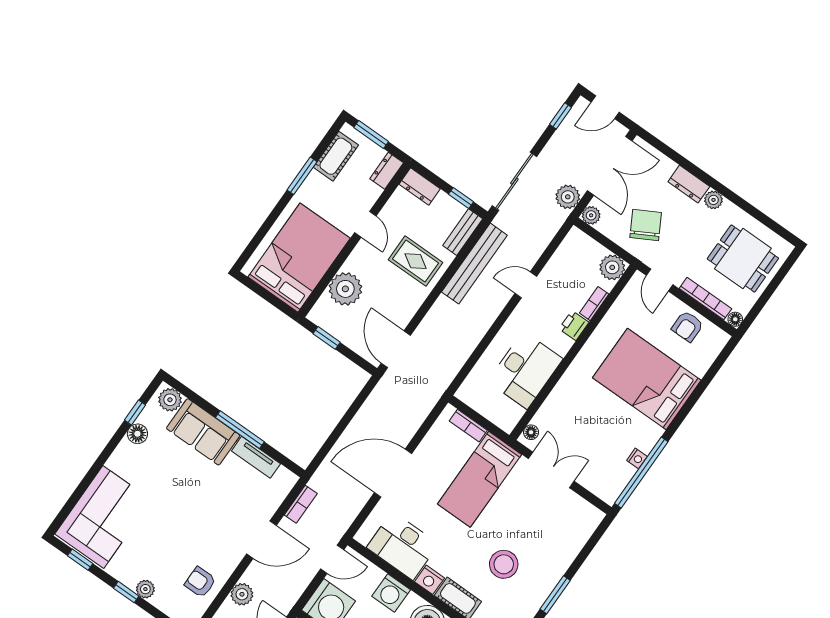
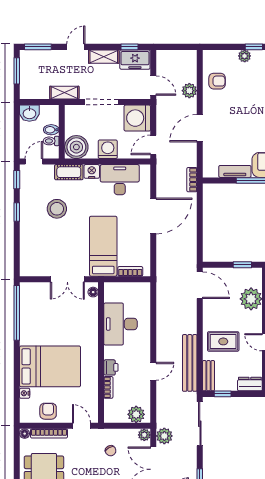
chair: (646, 225) -> (111, 451), width x0.54, depth x0.54
plant: (612, 267) -> (136, 414), moved
nightstand: (637, 458) -> (25, 393), moved
bookcase: (301, 504) -> (192, 180), moved
window: (555, 595) -> (17, 212), width x0.67

